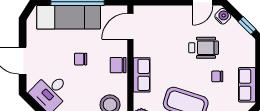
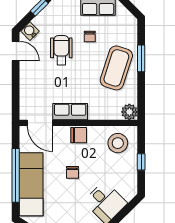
chair: (118, 65) -> (79, 135), turned -90
row of seats: (142, 75) -> (70, 112), moved

